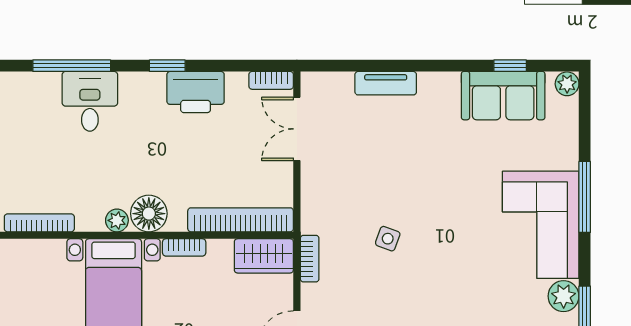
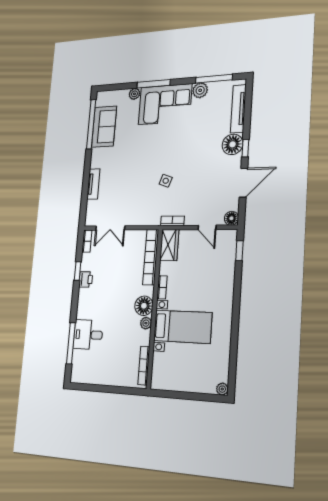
window: (167, 66) -> (78, 271), moved
window: (510, 66) -> (91, 124), width x3.17
plant: (567, 84) -> (134, 94), moved
printer: (196, 92) -> (86, 279), width x0.53, depth x0.68

